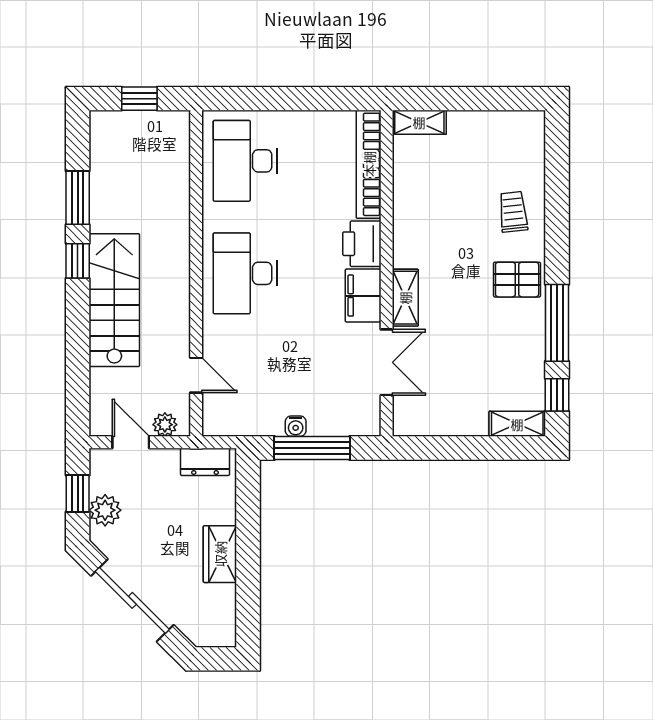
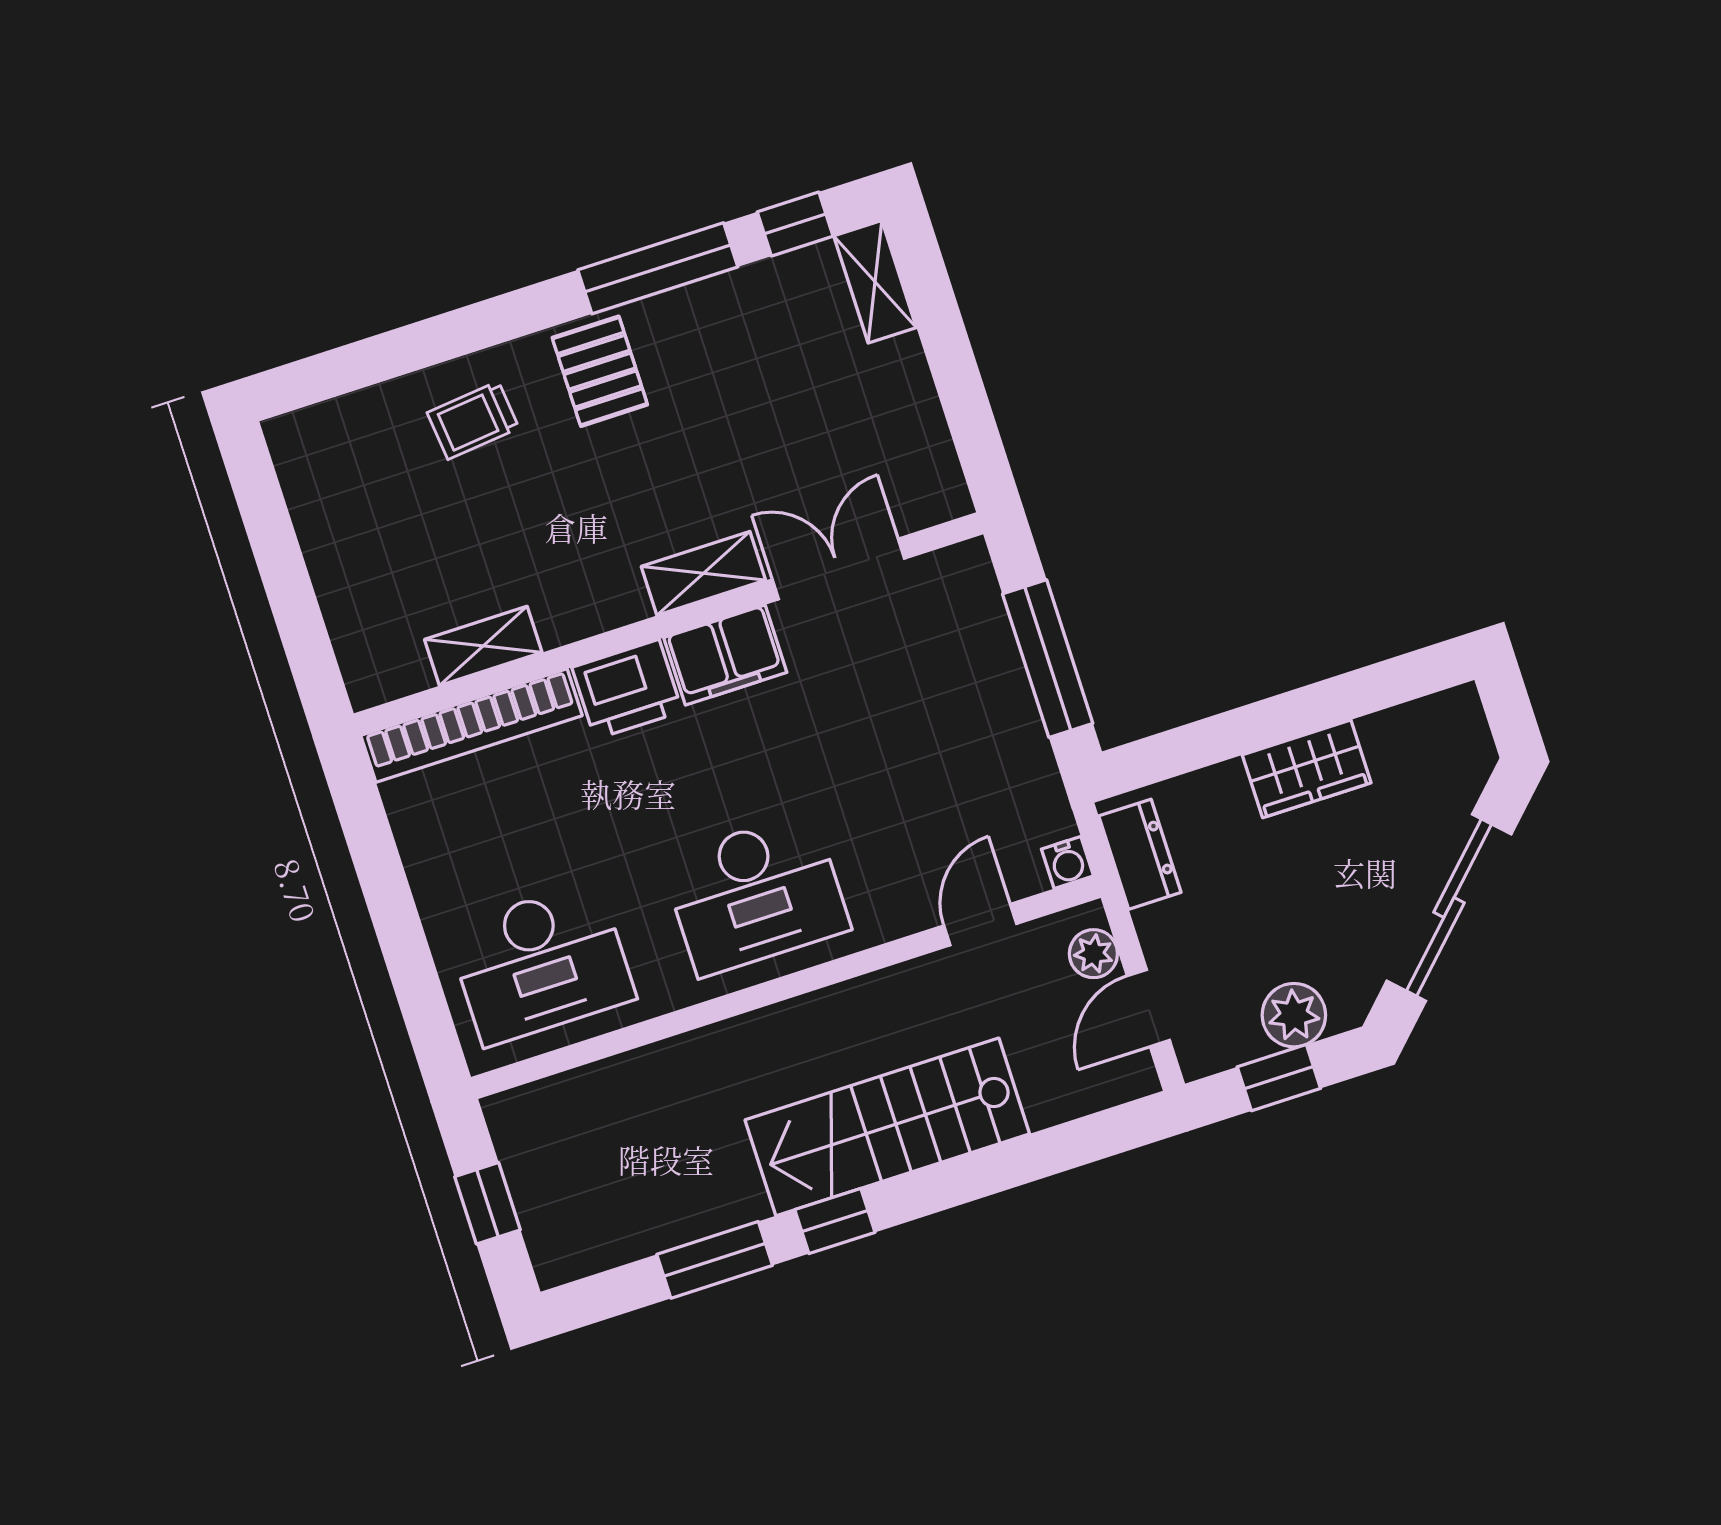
shelving: (419, 122) -> (483, 646), moved, turned 90
water cooler: (296, 426) -> (1067, 862), moved, turned 90

